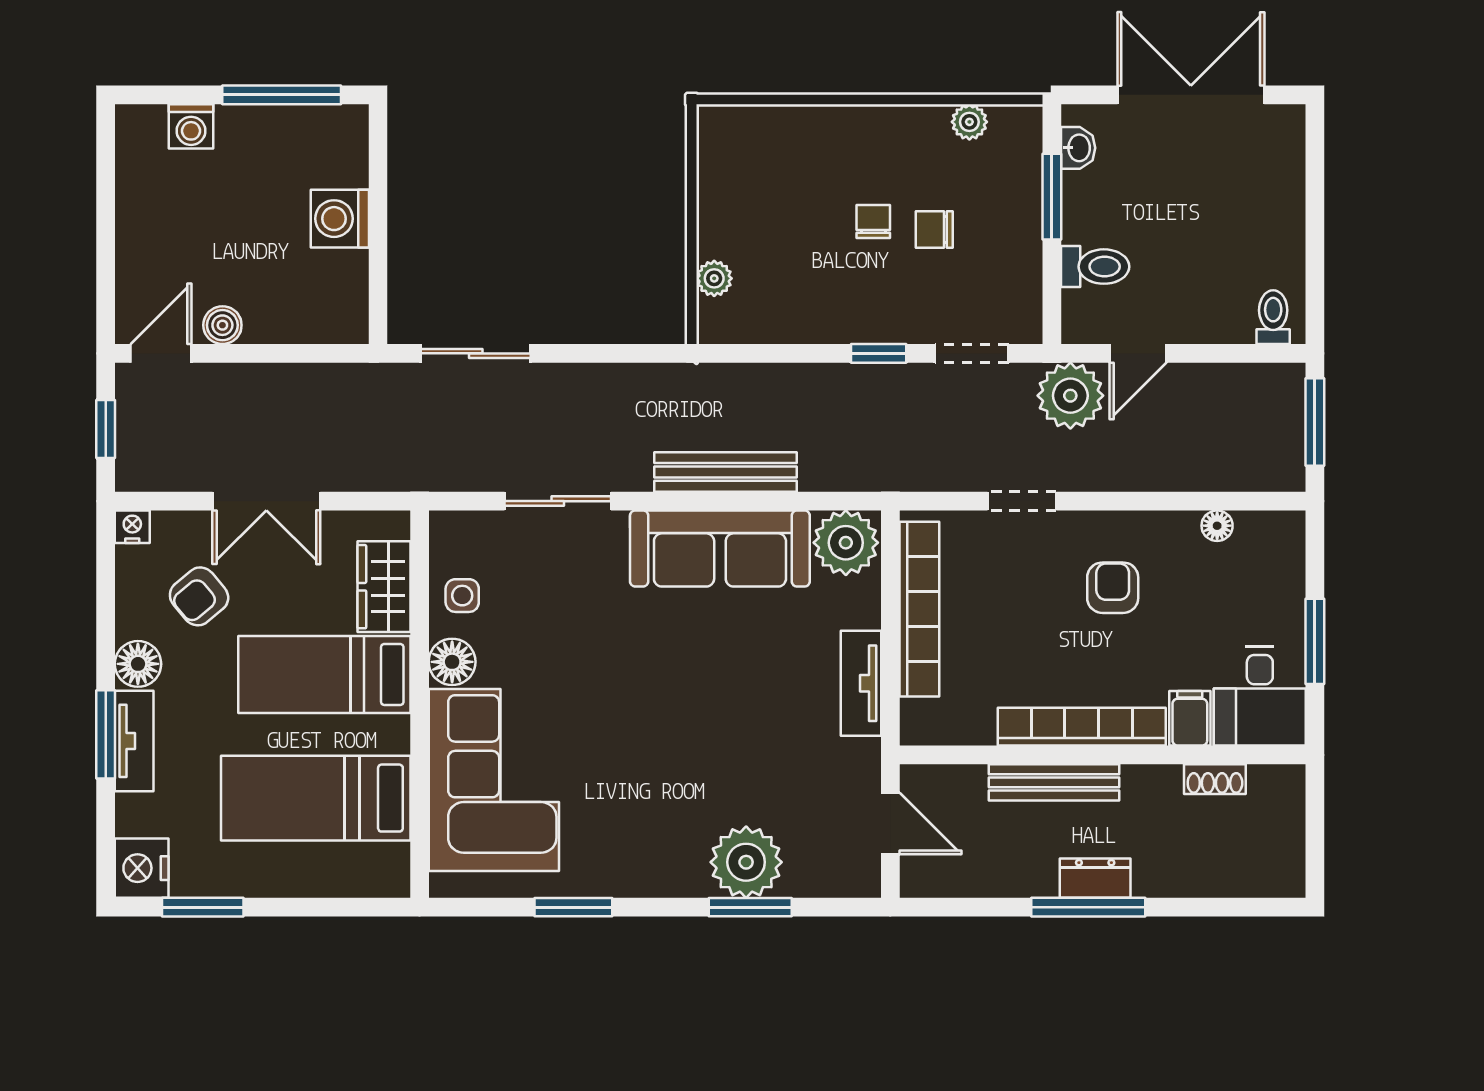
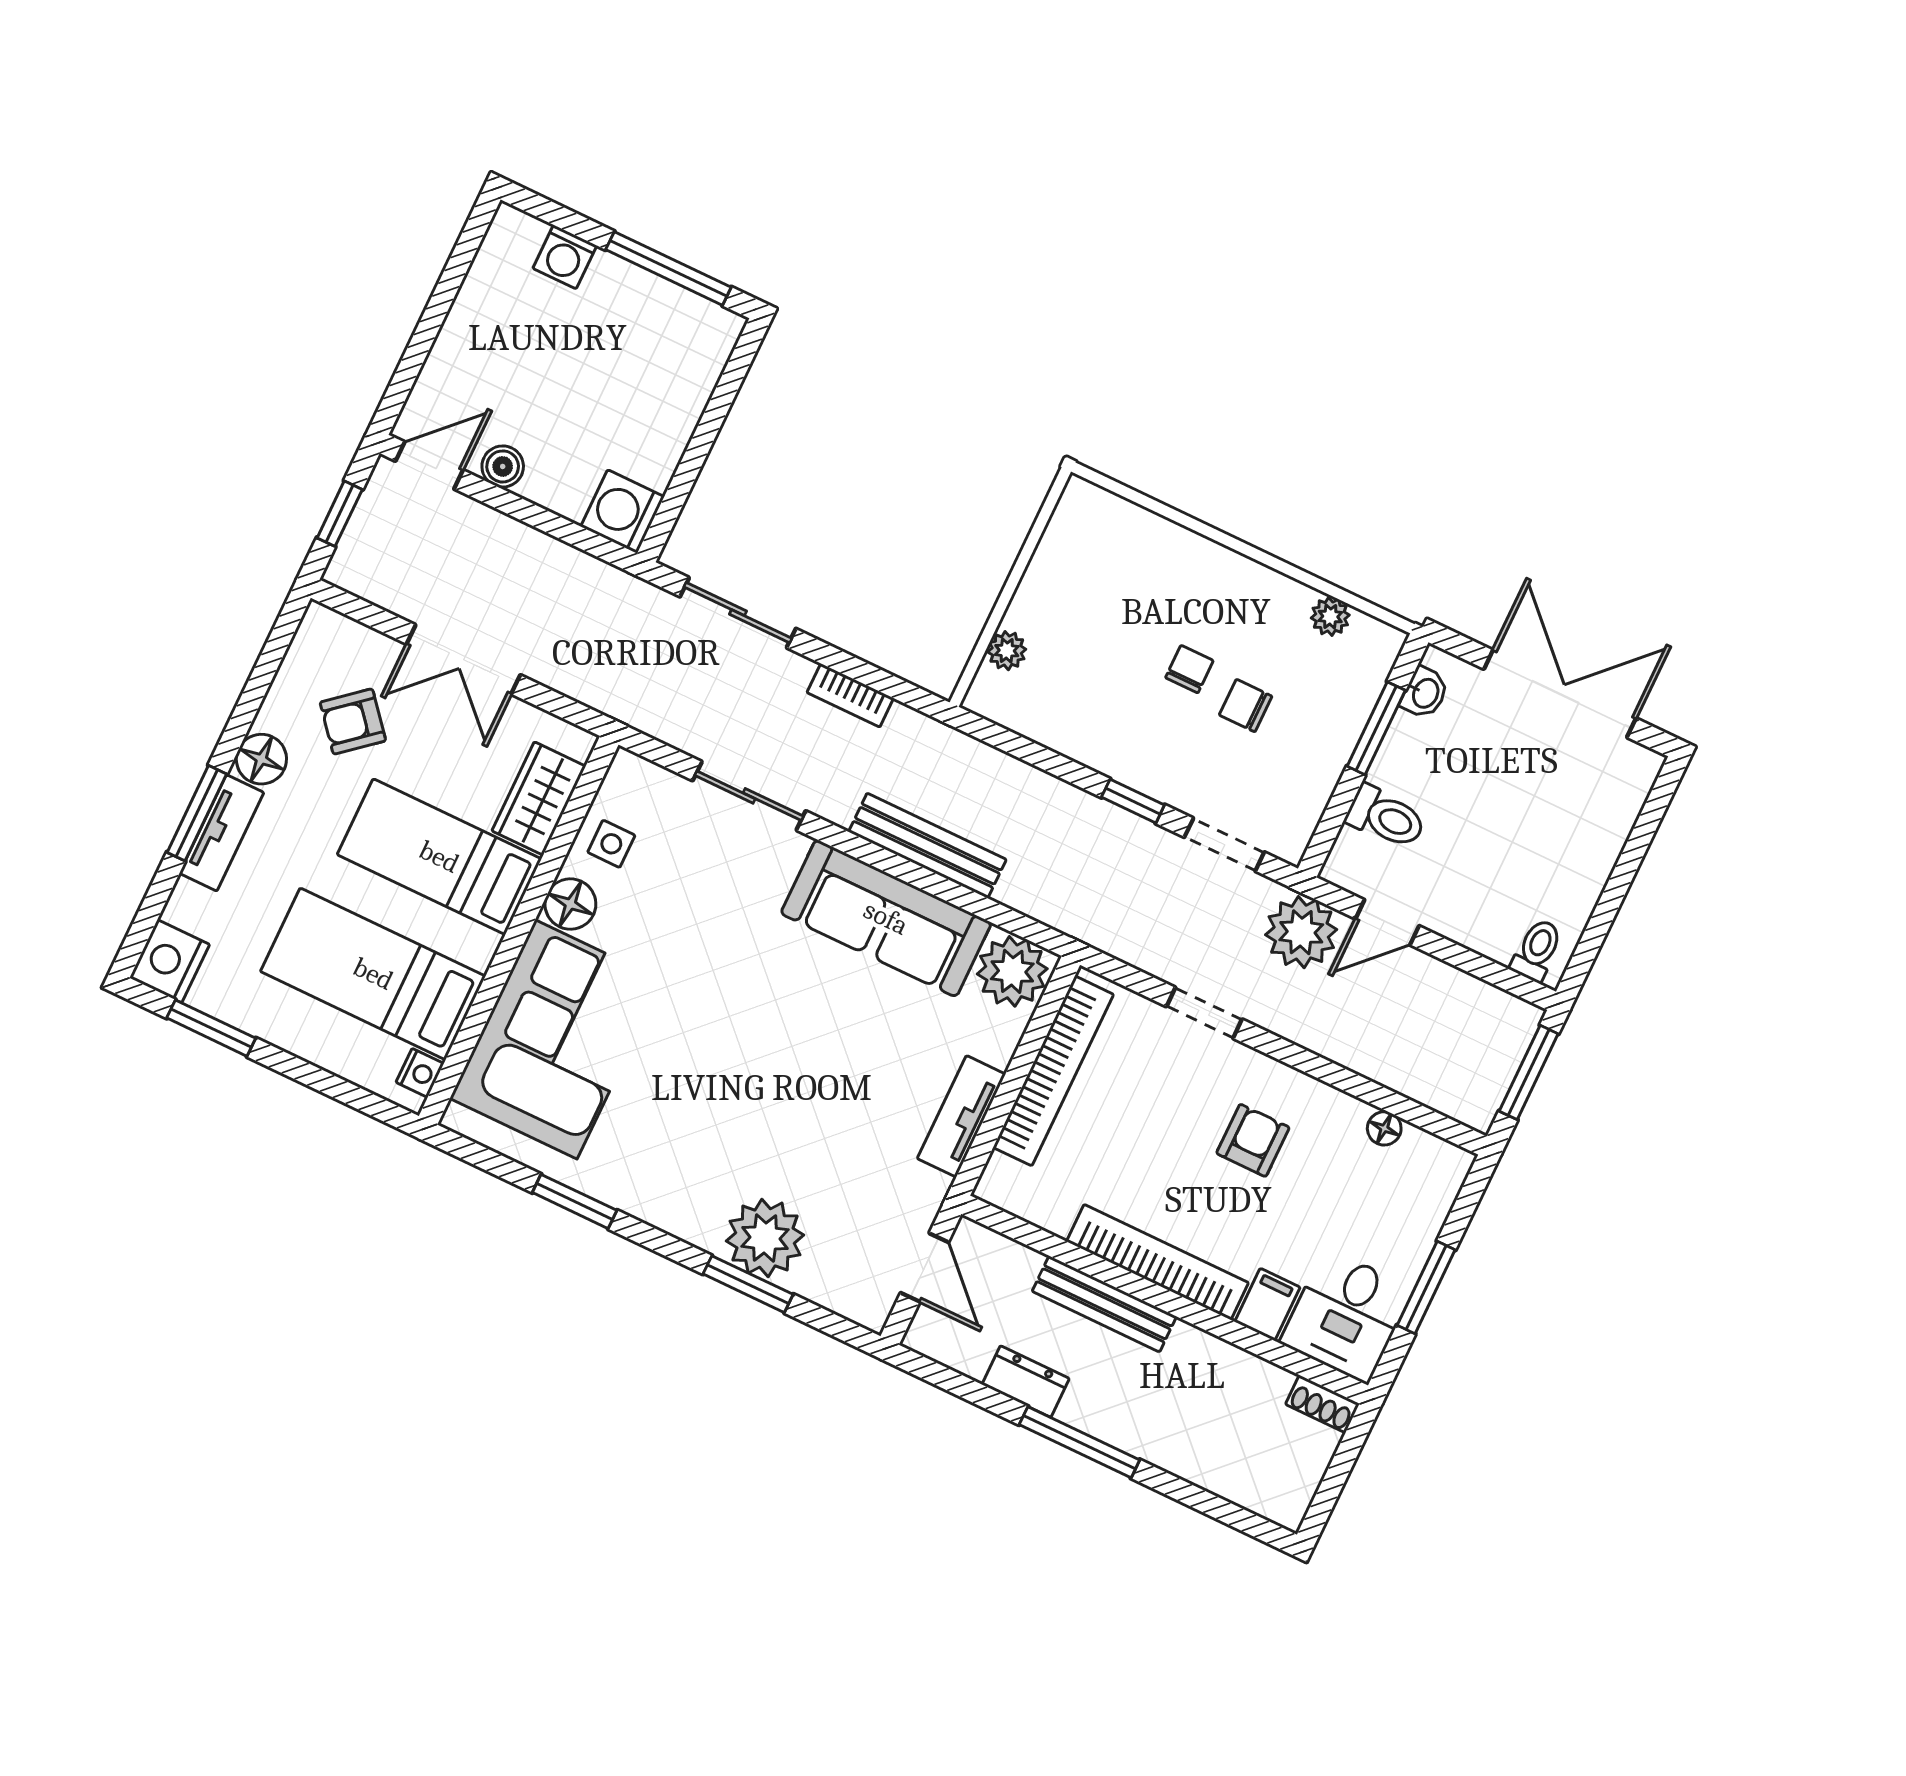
washing machine: (340, 219) -> (622, 512), moved
bookcase: (602, 378) -> (850, 695), added
nightstand: (132, 527) -> (420, 1073), moved, turned 90
shoe rack: (1215, 779) -> (1322, 1404), moved
dresser: (1095, 878) -> (1026, 1382), moved

